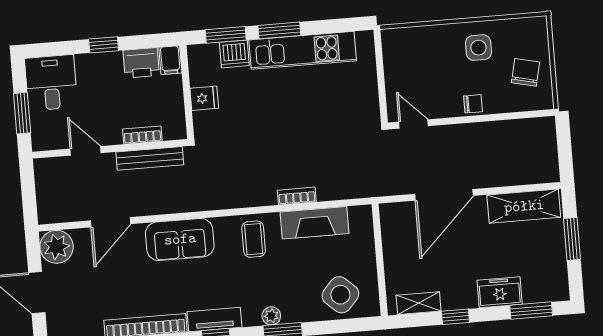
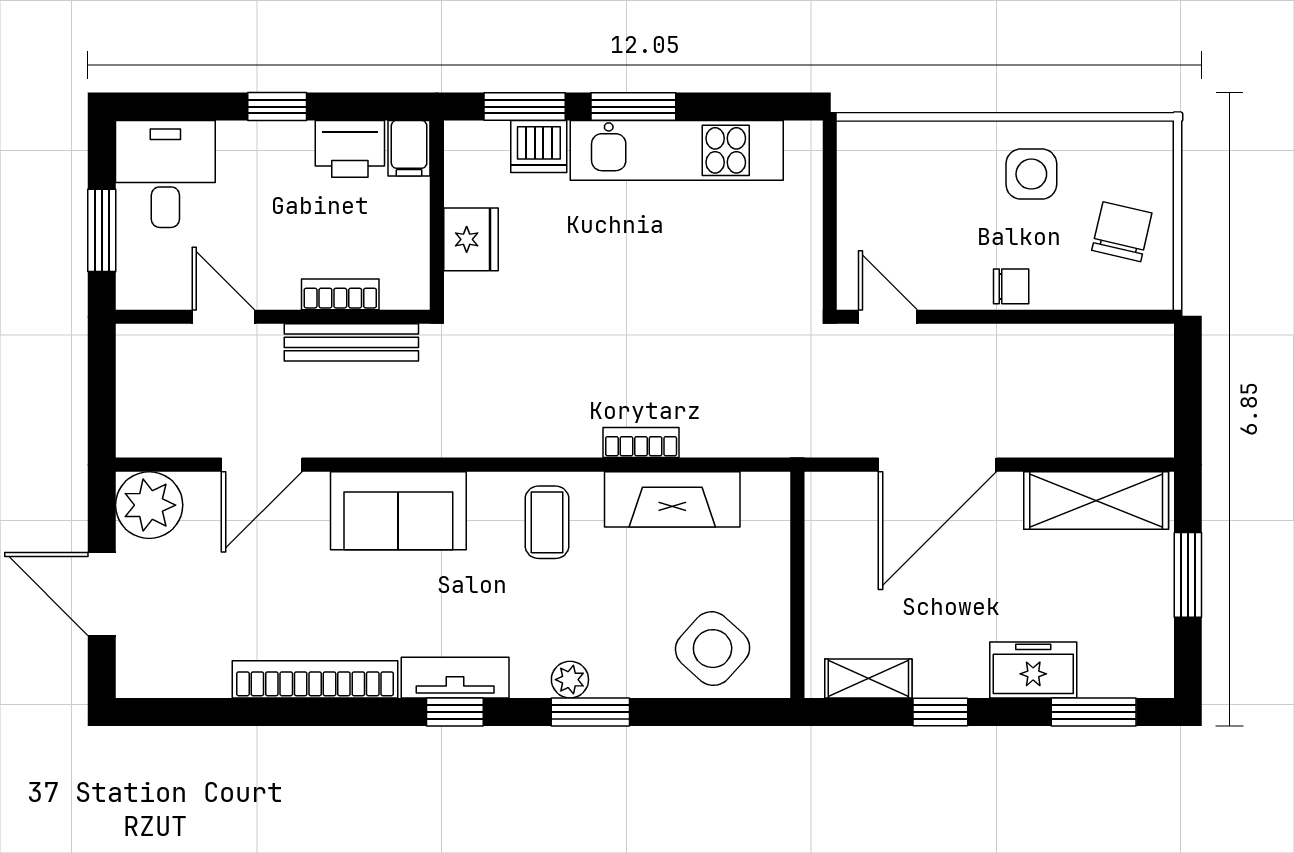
fridge: (204, 98) -> (471, 239), width x1.38

